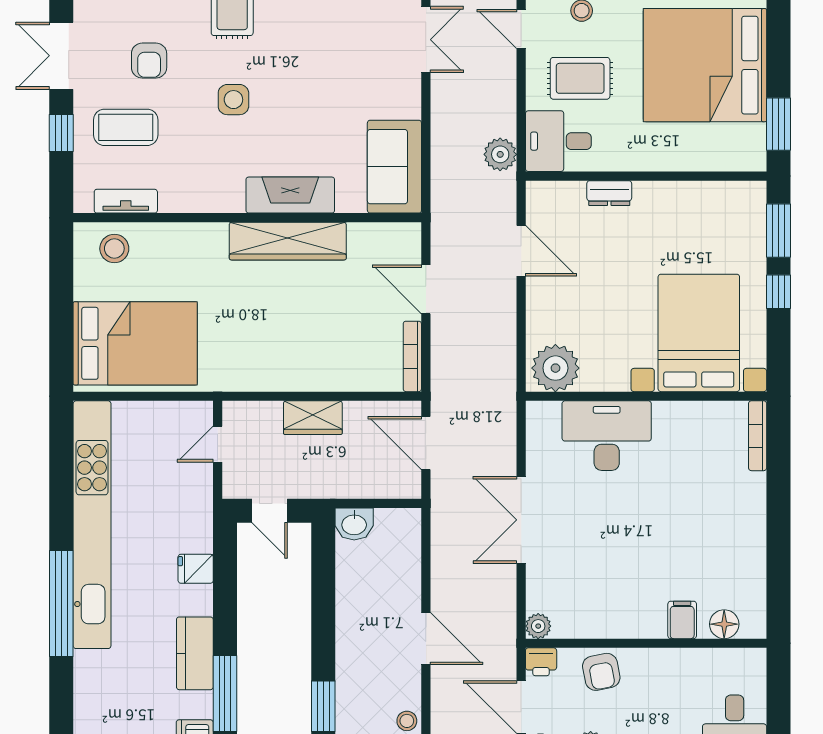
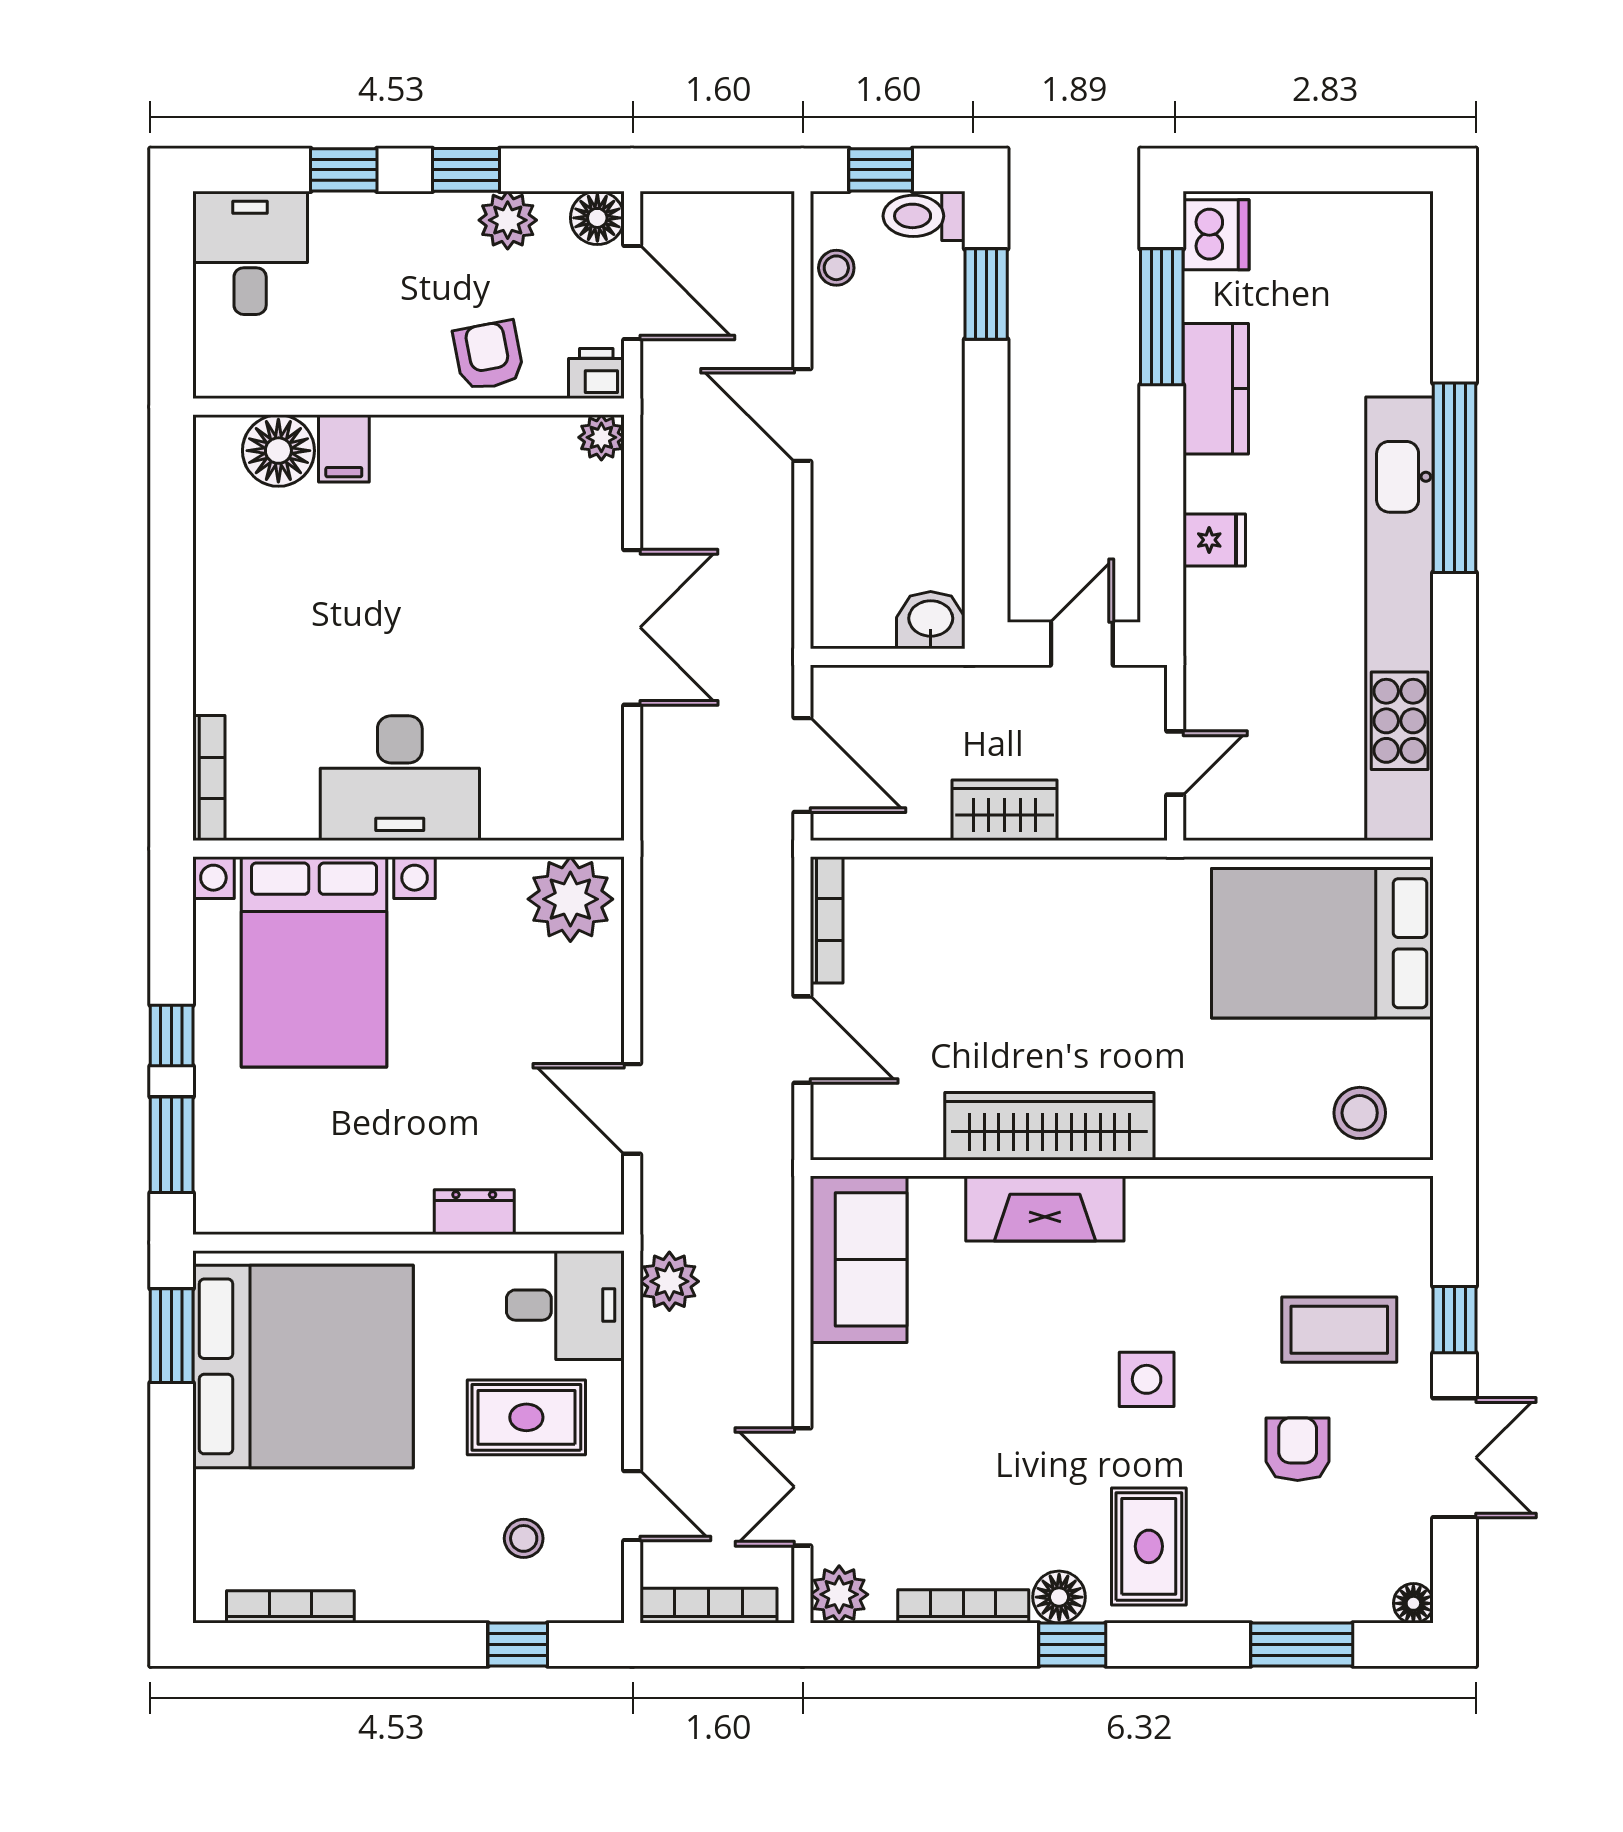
bed: (705, 65) -> (303, 1366), moved
tv unit: (126, 201) -> (1339, 1198), removed
desk: (607, 436) -> (400, 778), moved
door: (270, 511) -> (1082, 644), hinge flipped
floor lamp: (724, 624) -> (278, 451), width x1.38, depth x1.38

